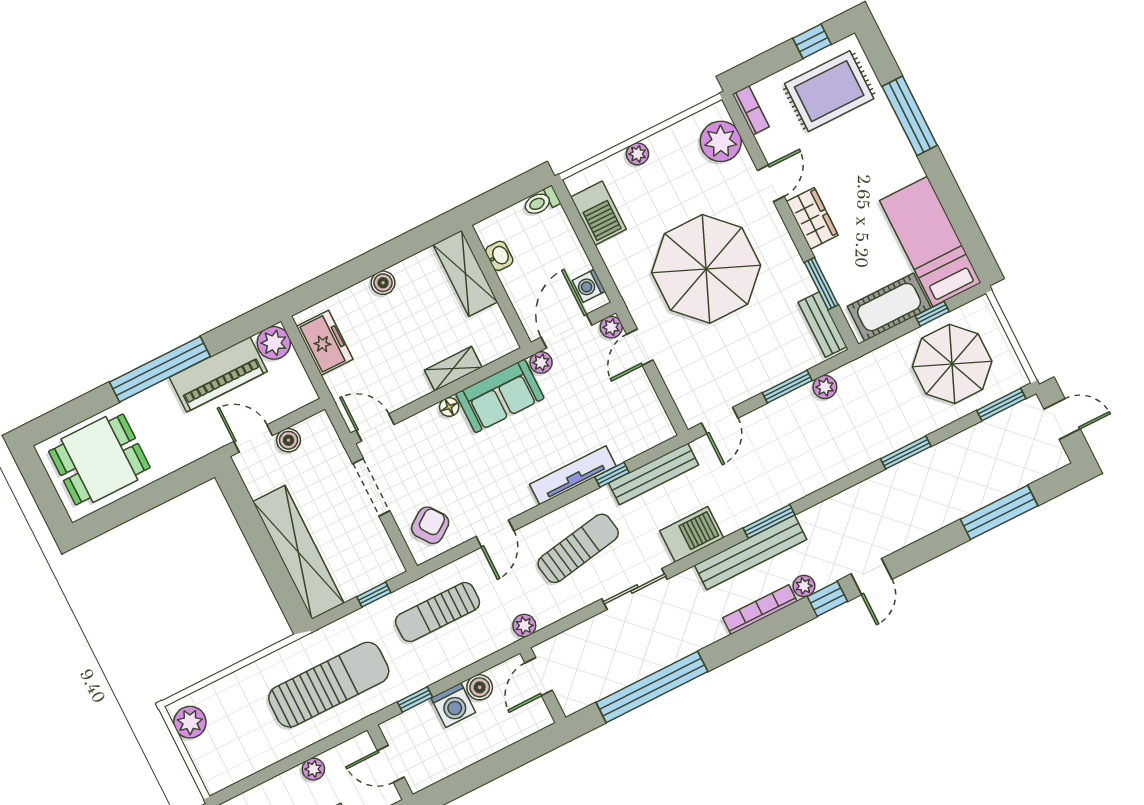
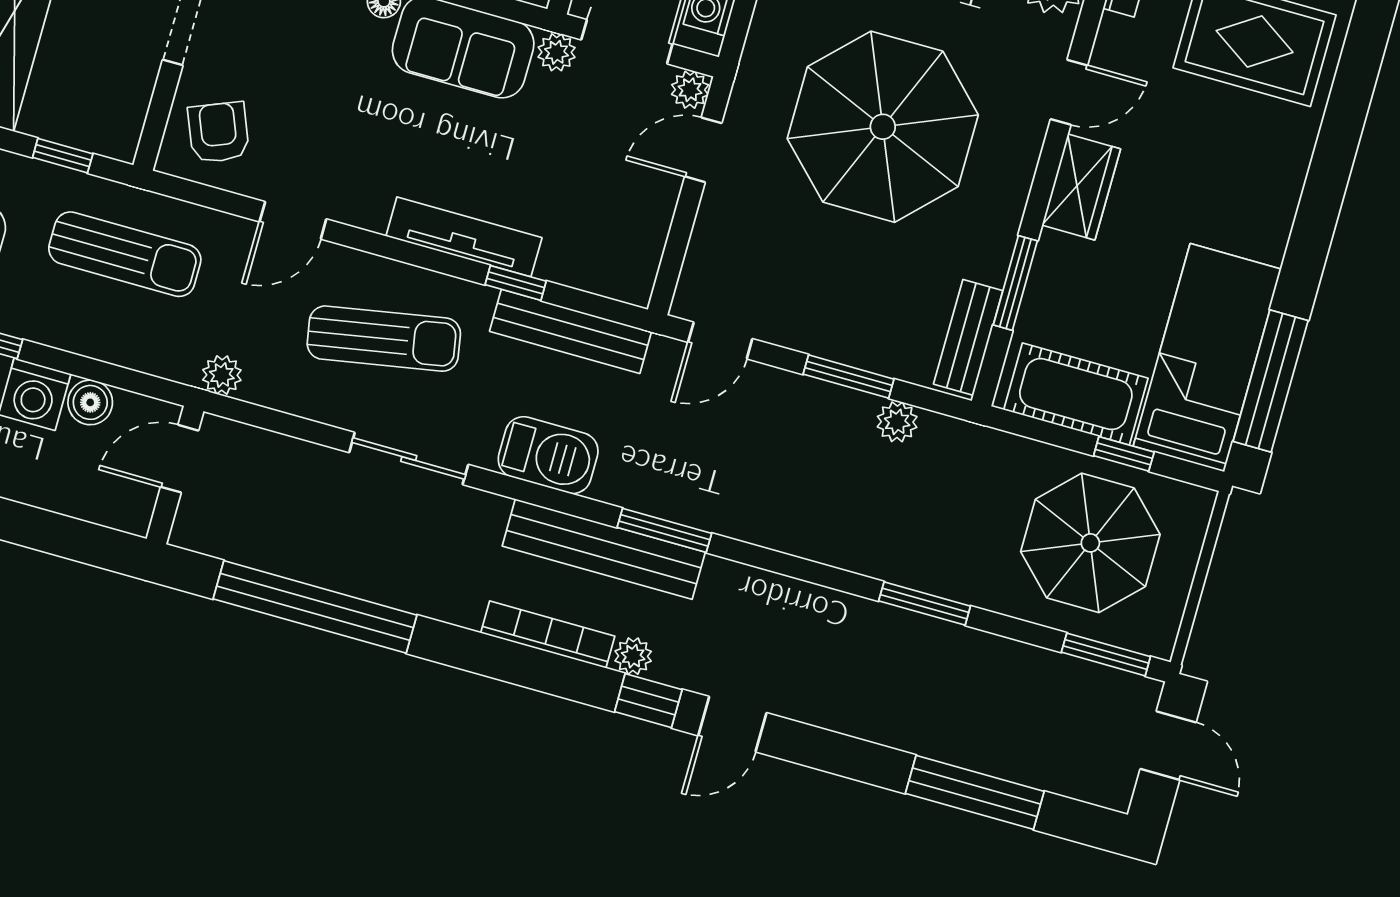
window: (910, 116) -> (1271, 381), moved
armchair: (430, 525) -> (219, 132), turned -76
sun lounger: (438, 612) -> (125, 254), turned 180

